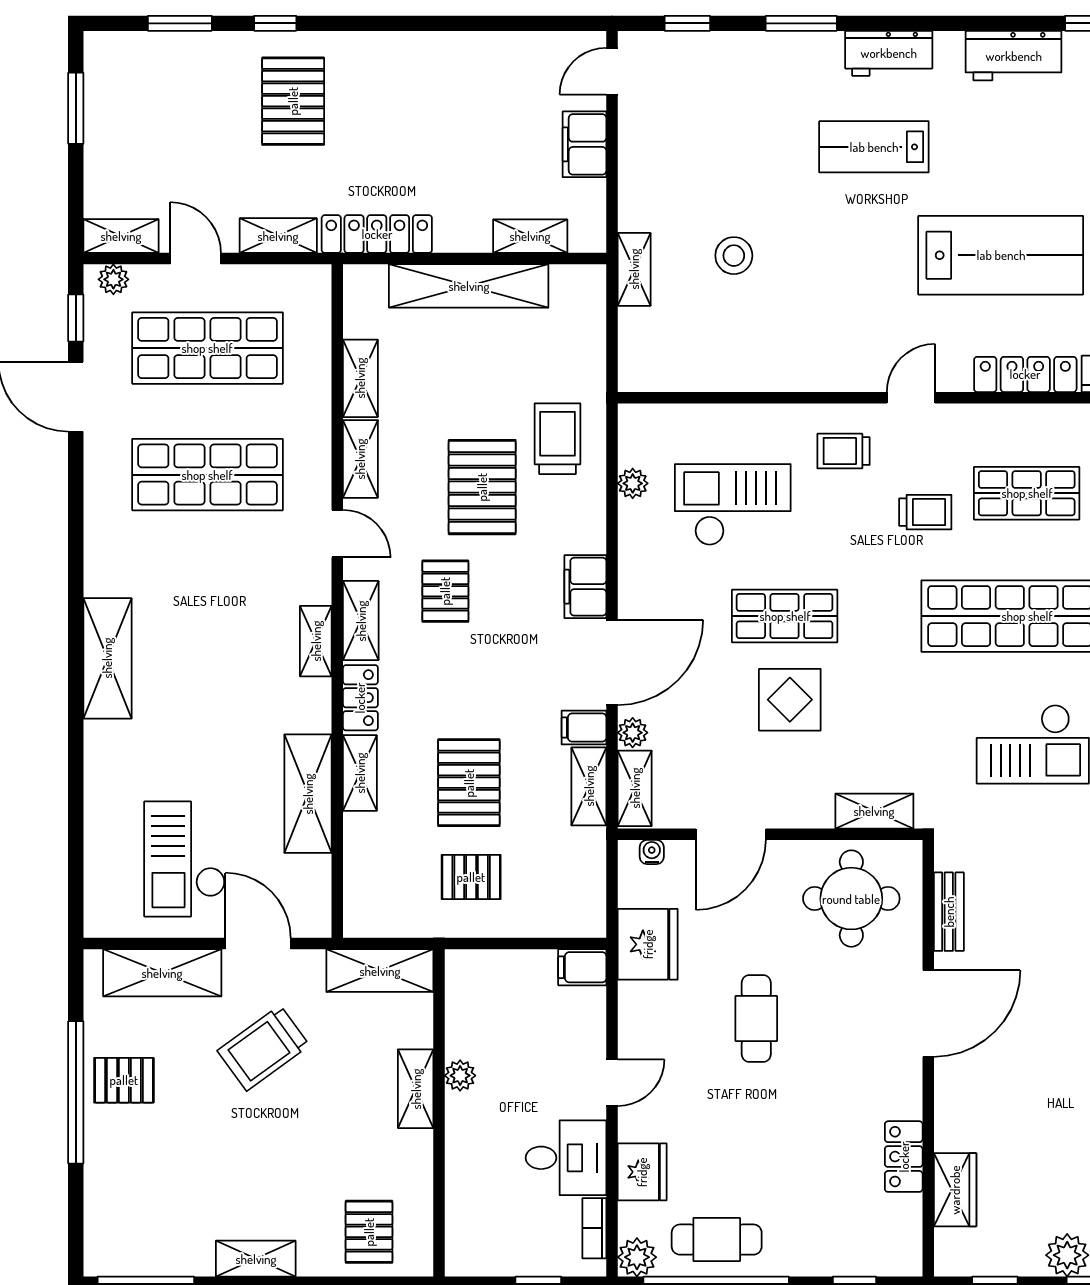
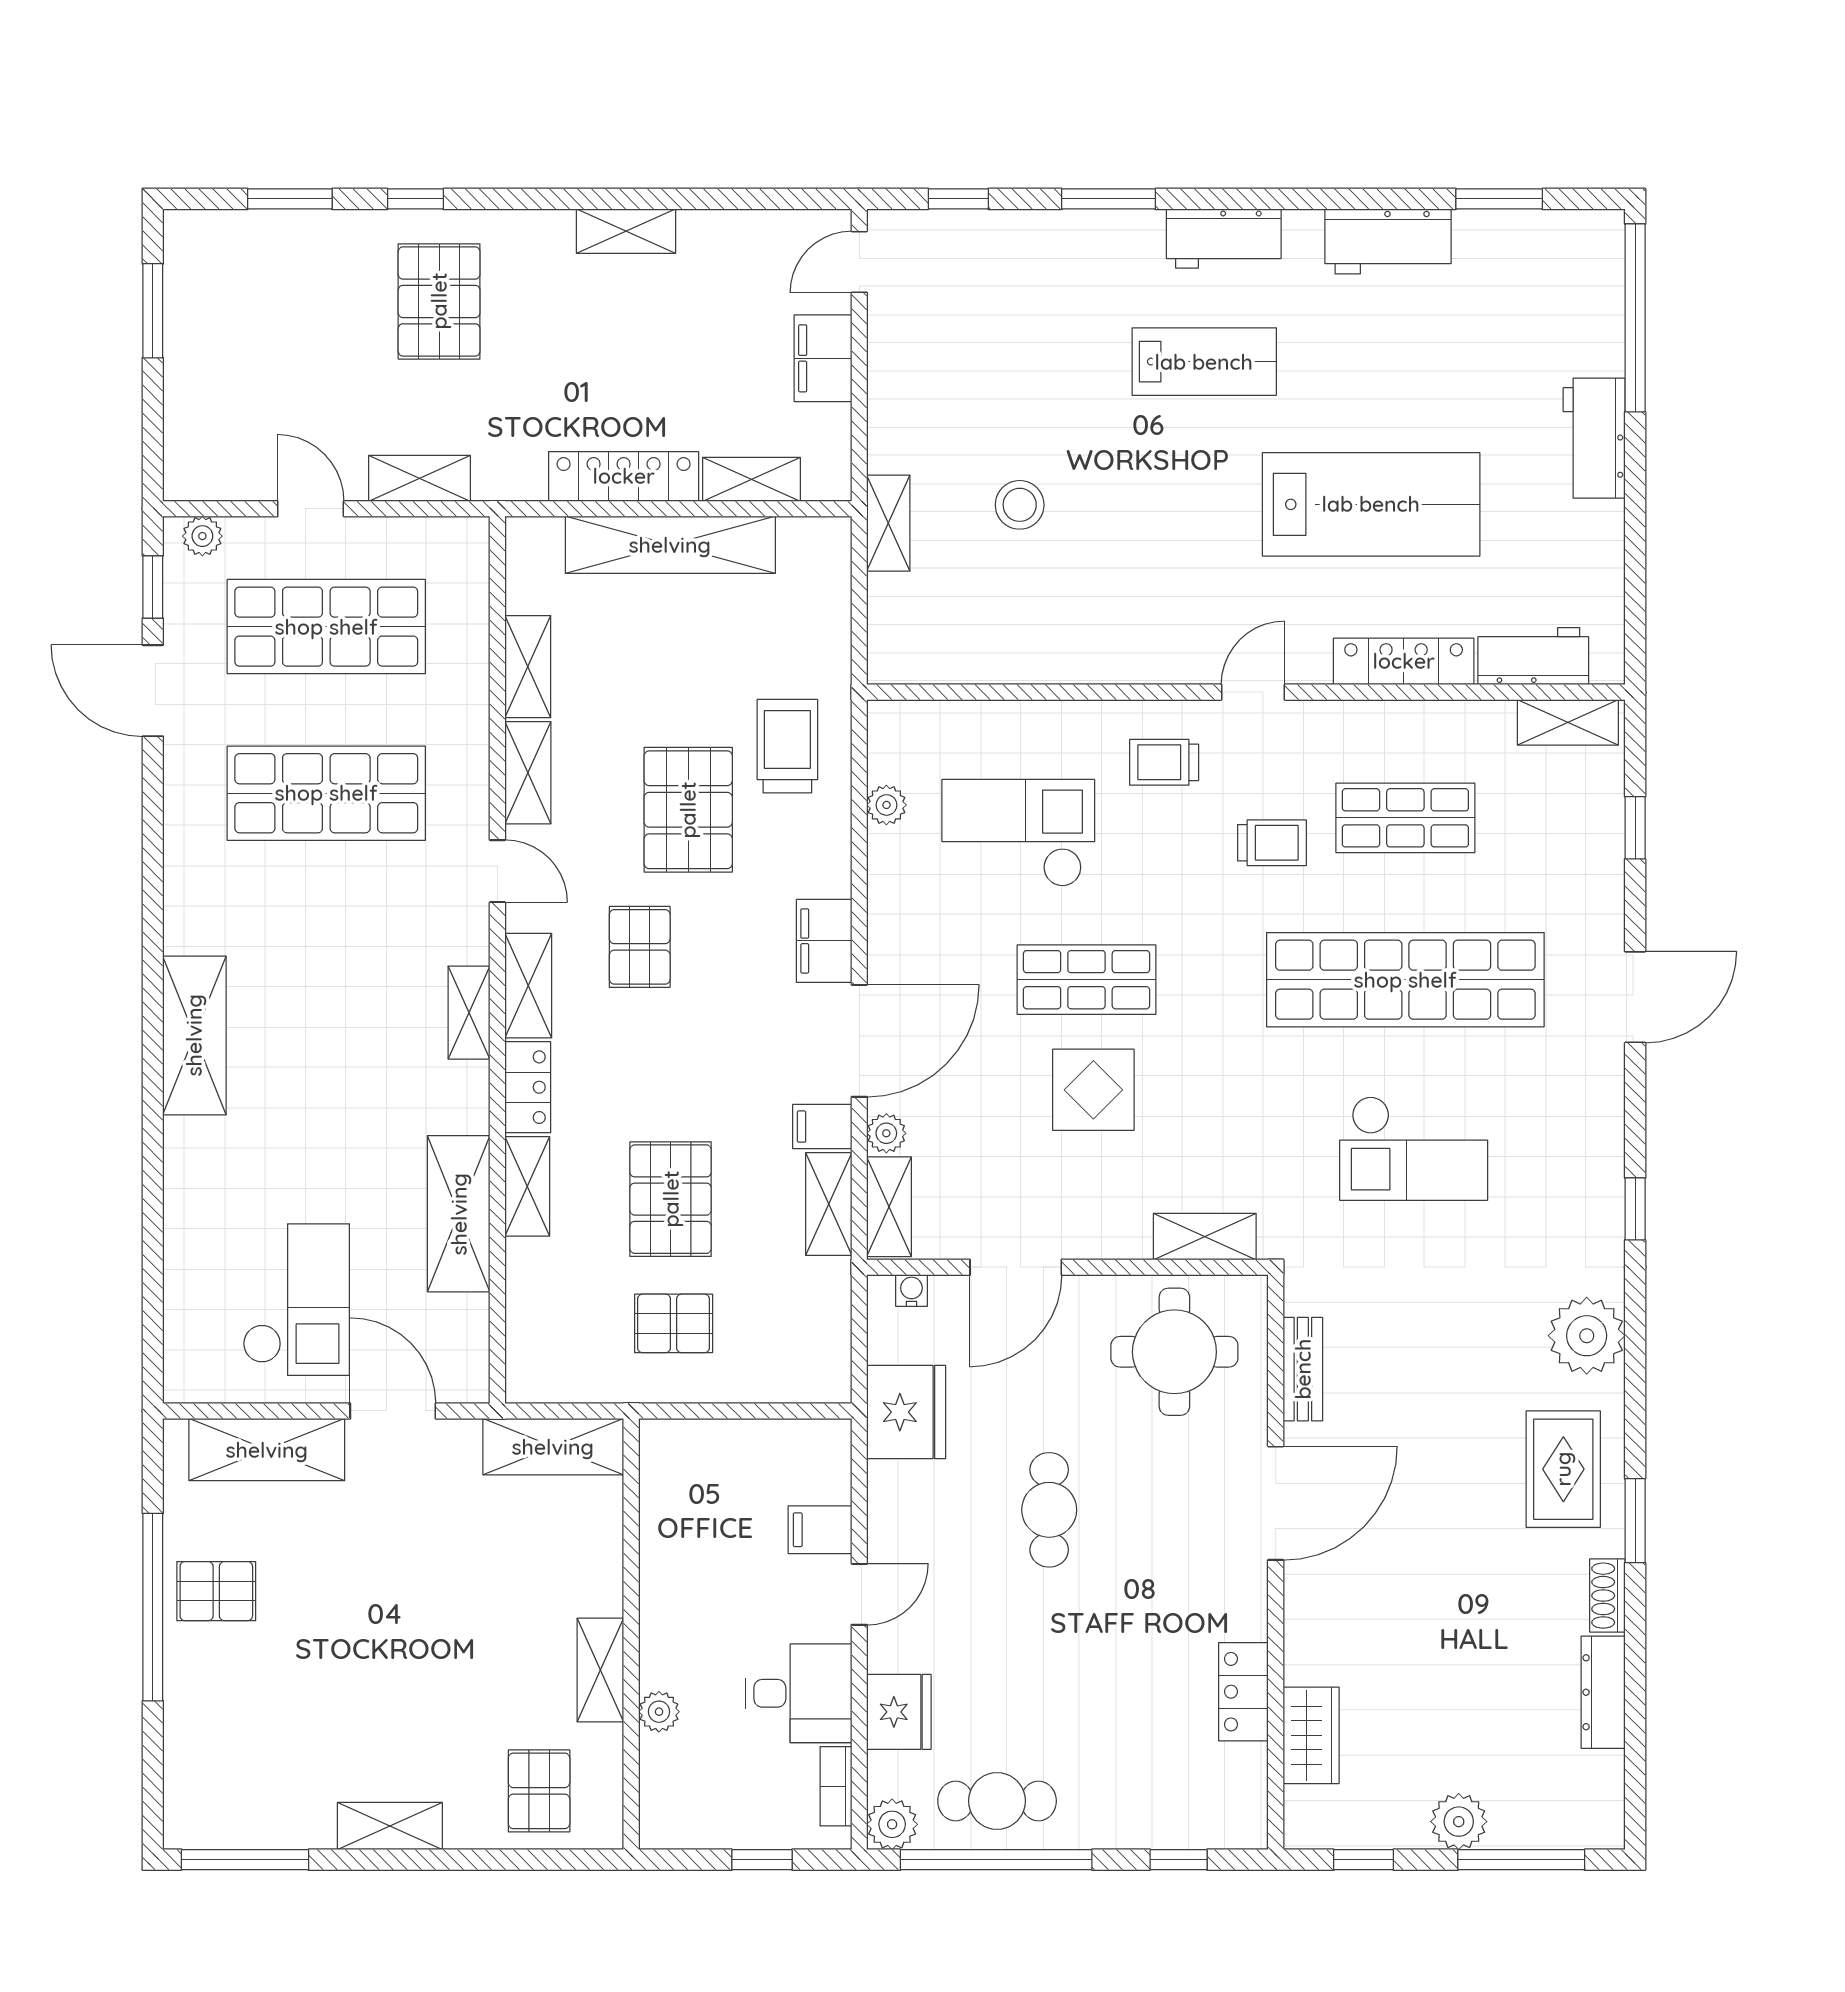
lab bench: (874, 147) -> (1204, 362), turned 180
locker: (377, 234) -> (624, 476), moved
shelving: (121, 236) -> (626, 231), moved
checkout: (185, 859) -> (296, 1300), turned 180
filing cabinet: (582, 967) -> (820, 1530), moved
trolley: (263, 1048) -> (400, 1549), removed
plant: (460, 1076) -> (659, 1712), moved
shelving: (416, 1089) -> (600, 1670), moved

